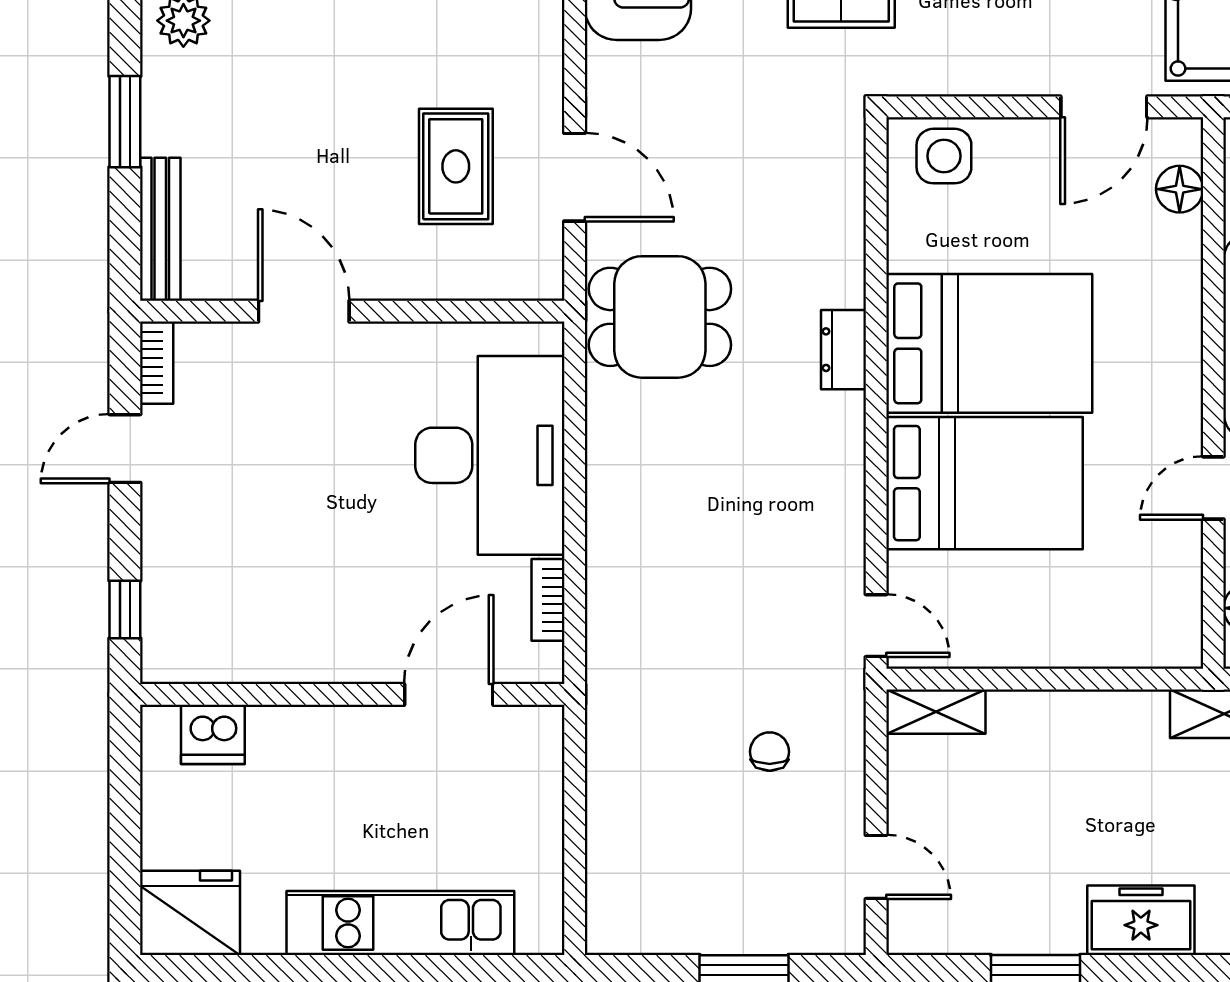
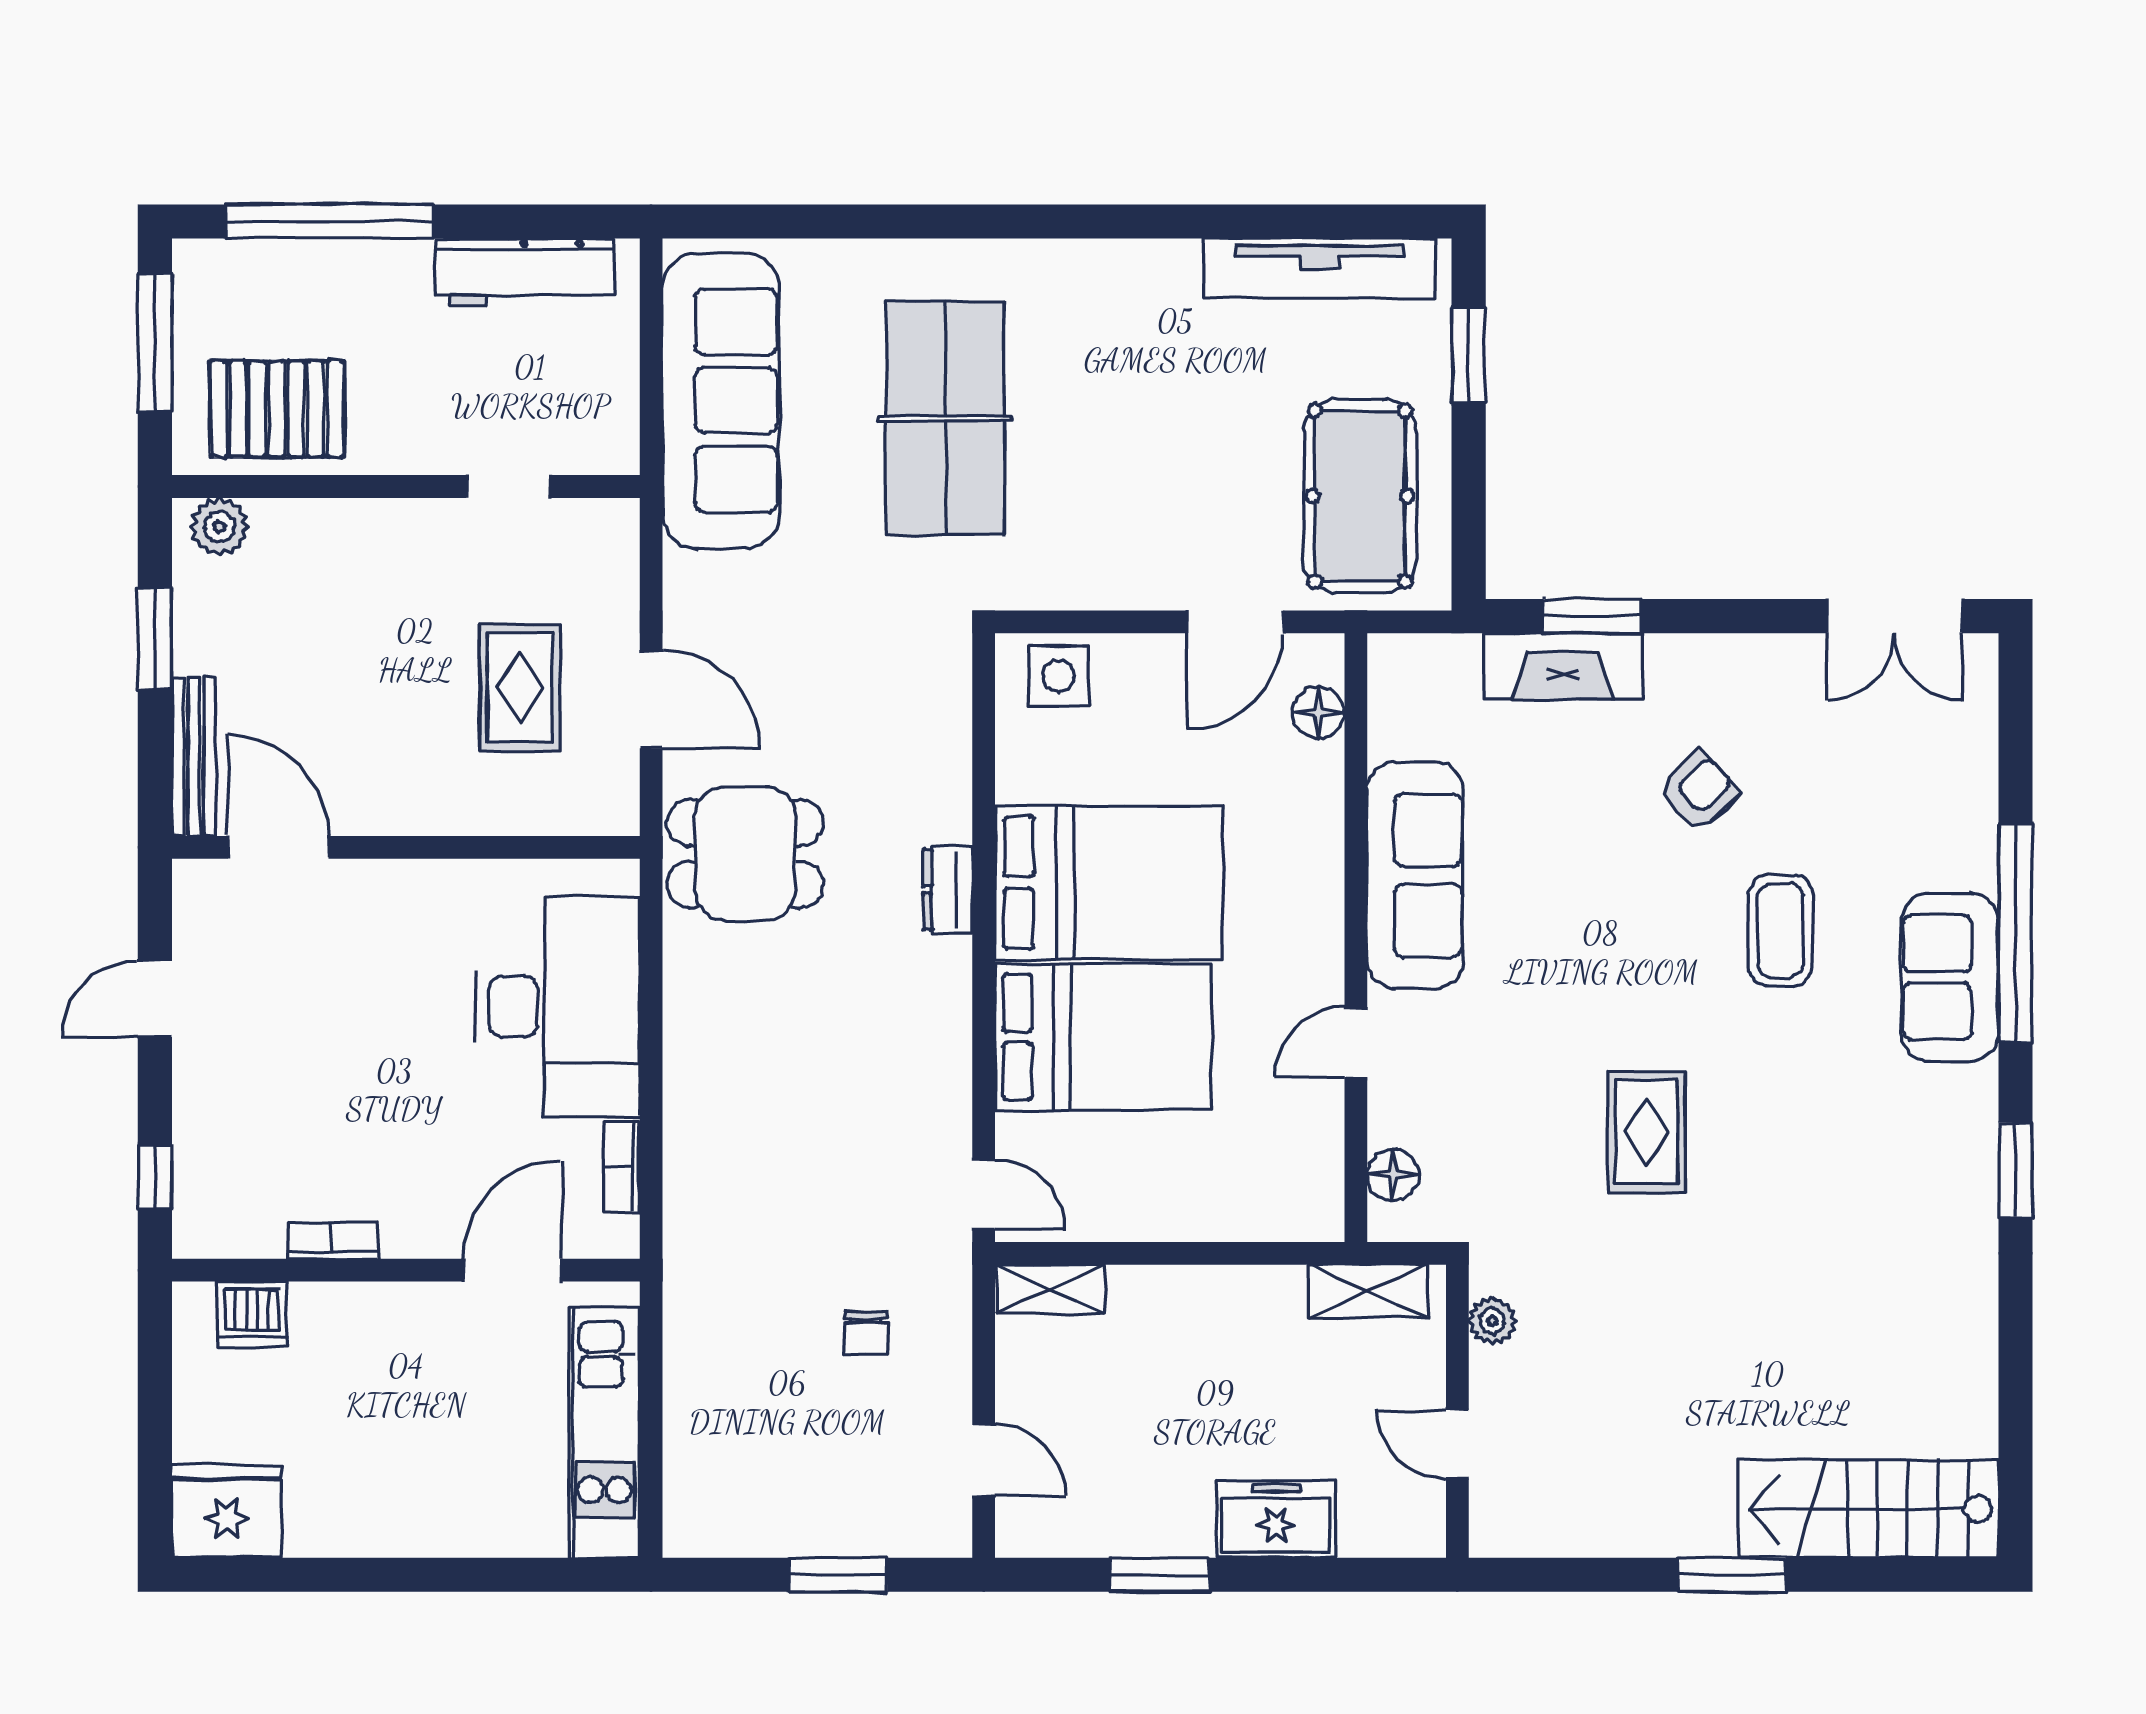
door: (304, 311) -> (278, 847), moved
bookcase: (157, 363) -> (332, 1241), moved, turned -90
chair: (770, 752) -> (866, 1333), turned 180
kitchen unit: (400, 923) -> (604, 1432), moved, turned -90

